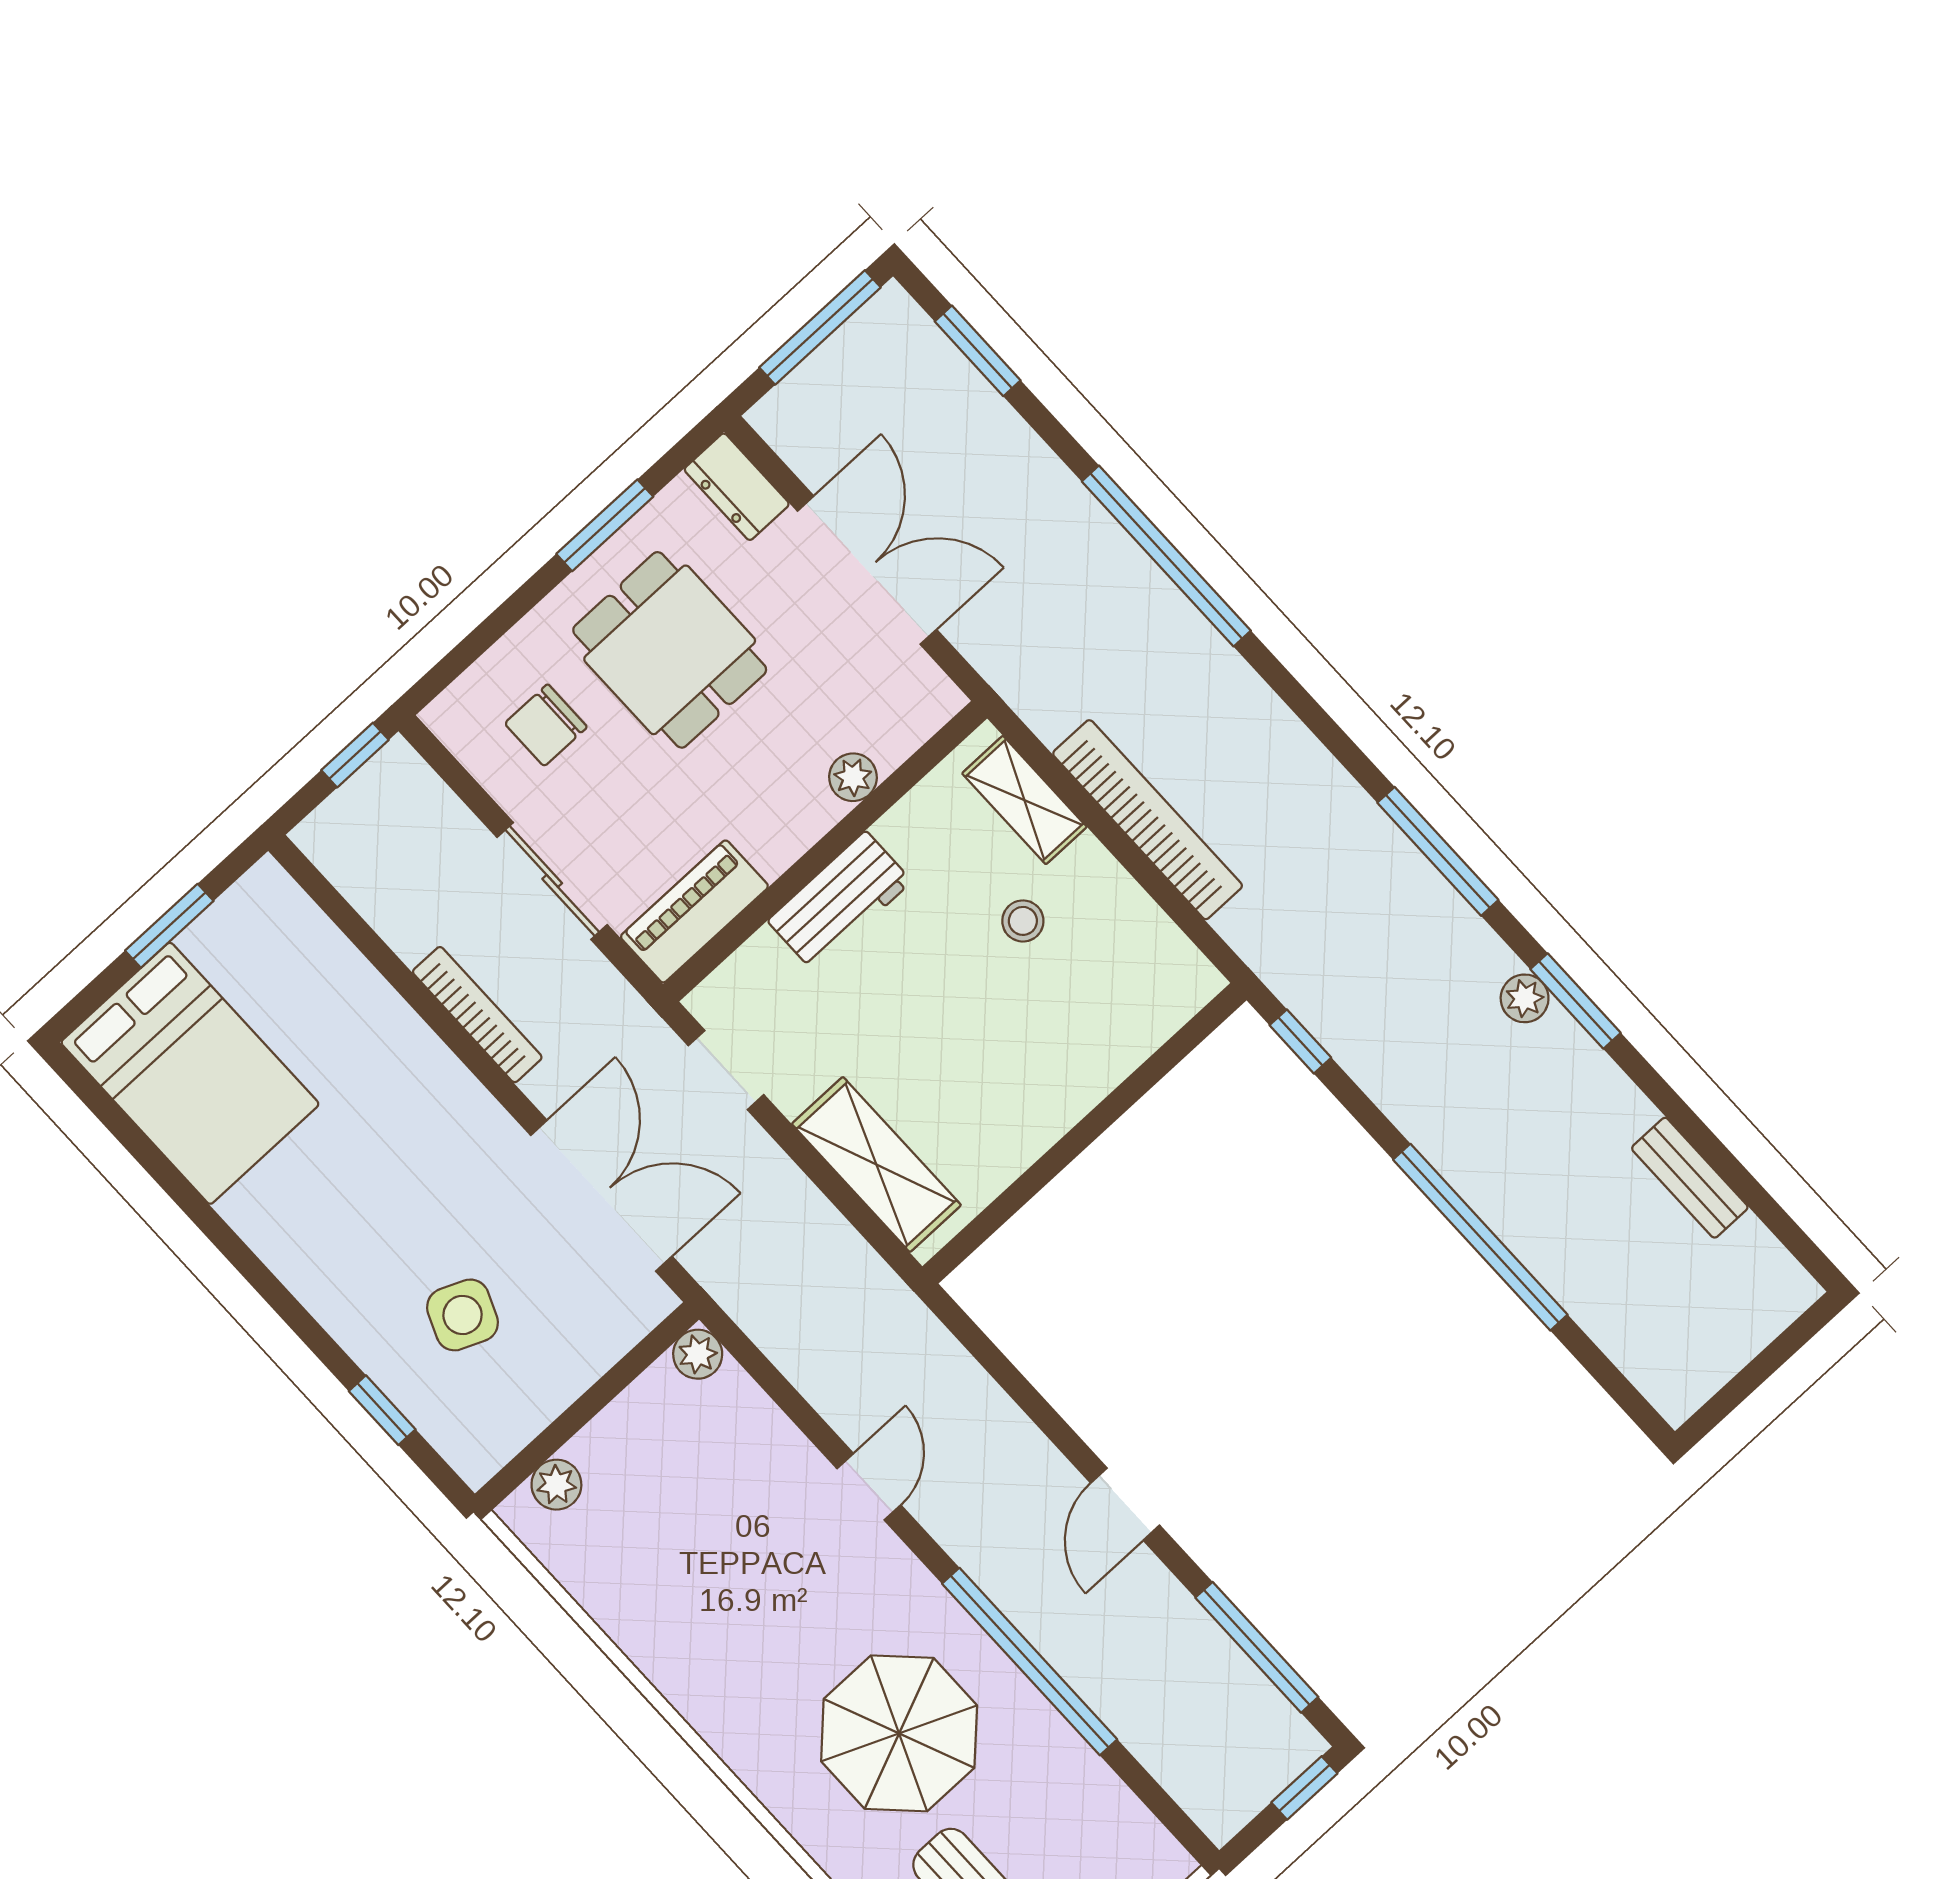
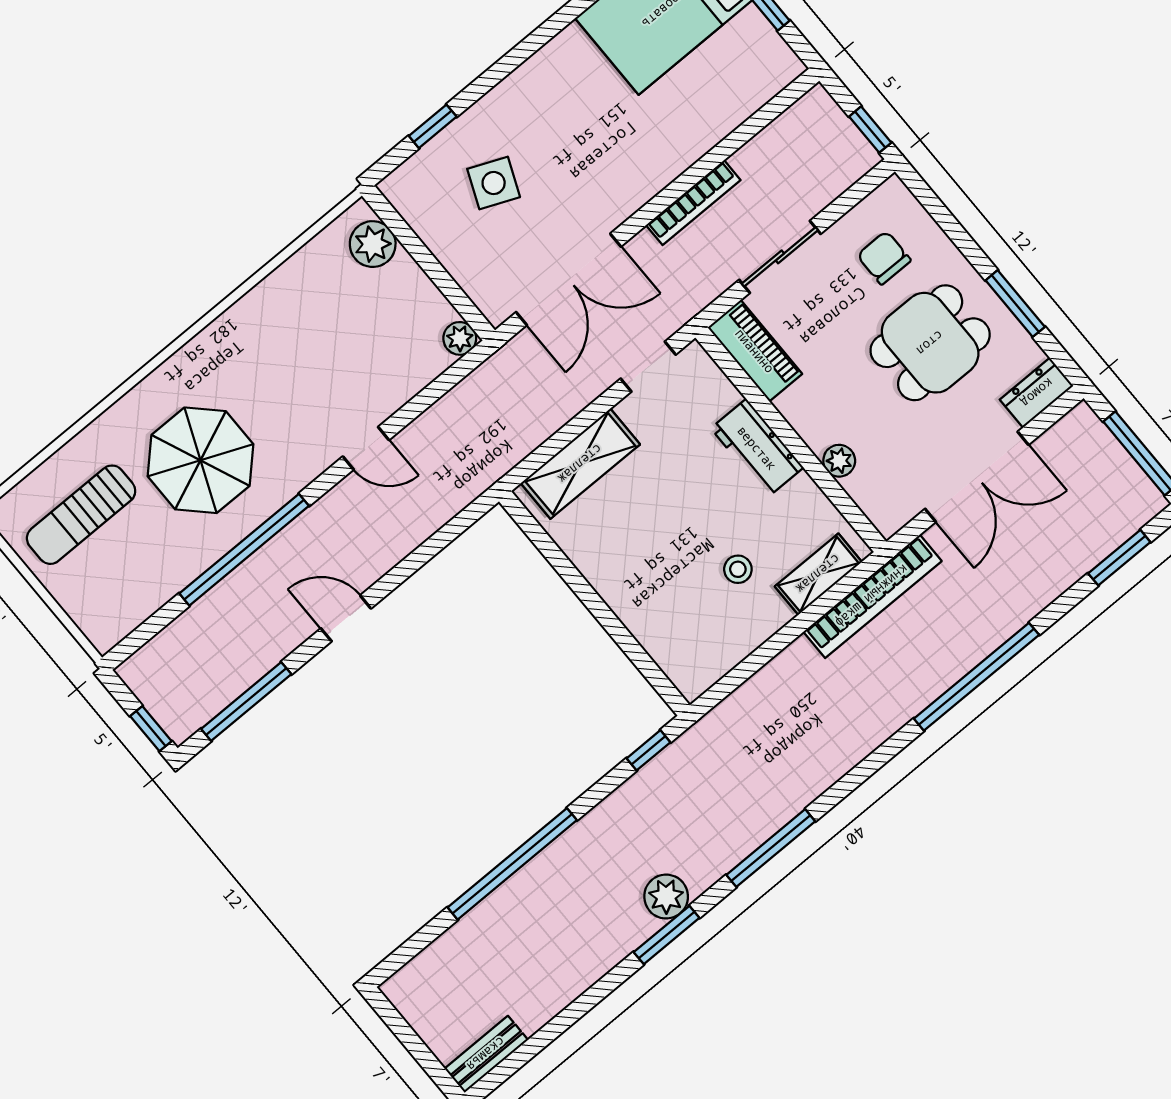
bookcase: (1148, 820) -> (872, 596), moved
plant: (1525, 998) -> (666, 897), width x1.38, depth x1.38
bench: (1690, 1178) -> (486, 1054), moved
plant: (556, 1485) -> (373, 244), width x1.38, depth x1.38

